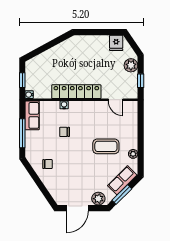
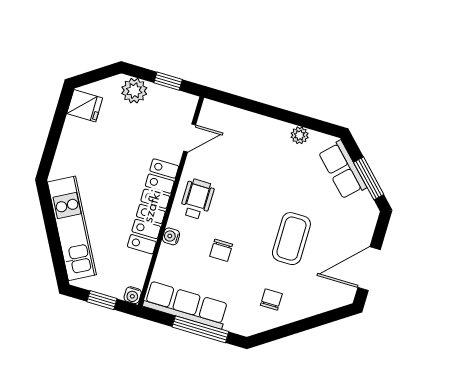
kitchen unit: (53, 55) -> (72, 228), added
wheelchair: (86, 112) -> (197, 199), added
row of seats: (32, 115) -> (186, 305), width x1.48
coffee table: (106, 146) -> (291, 239), moved
plant: (98, 199) -> (363, 224), removed
door: (77, 208) -> (369, 269), swing flipped

